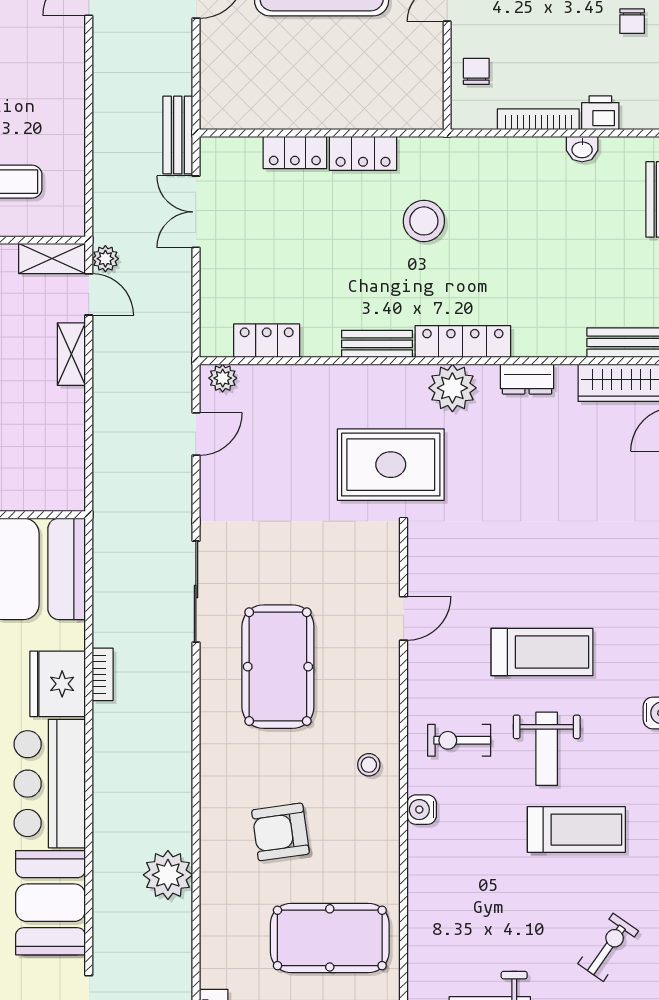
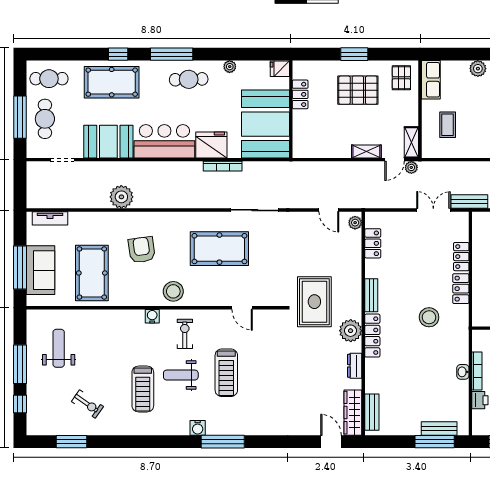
washbasin: (582, 149) -> (463, 372), moved
bookcase: (103, 674) -> (223, 166), width x1.56
stool: (369, 765) -> (173, 291), width x1.89, depth x1.89

